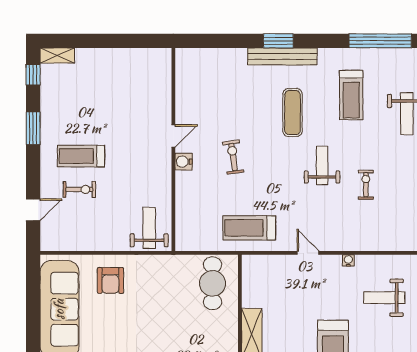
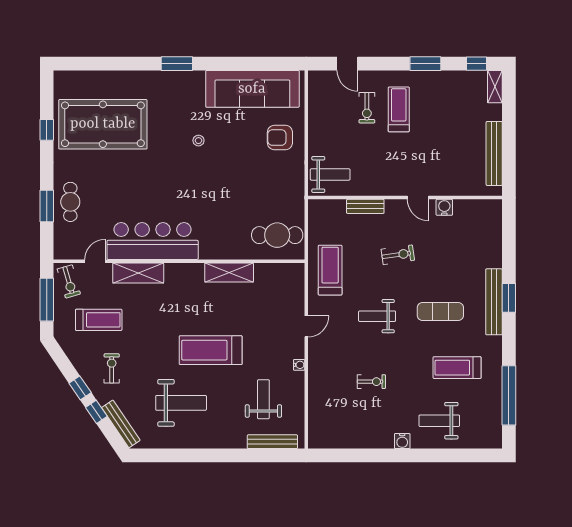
bench: (127, 56) -> (494, 153), added
water cooler: (184, 162) -> (444, 207), moved
weight bench: (322, 165) -> (377, 316), moved, turned 180
bench: (182, 191) -> (365, 206), added

